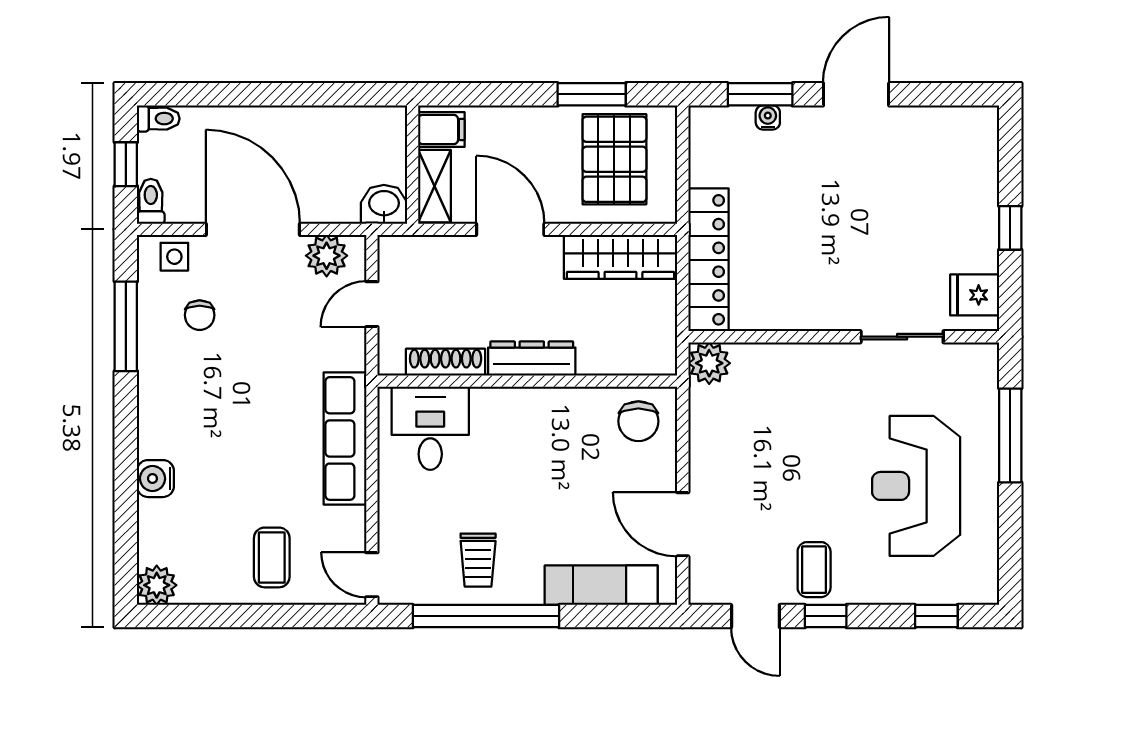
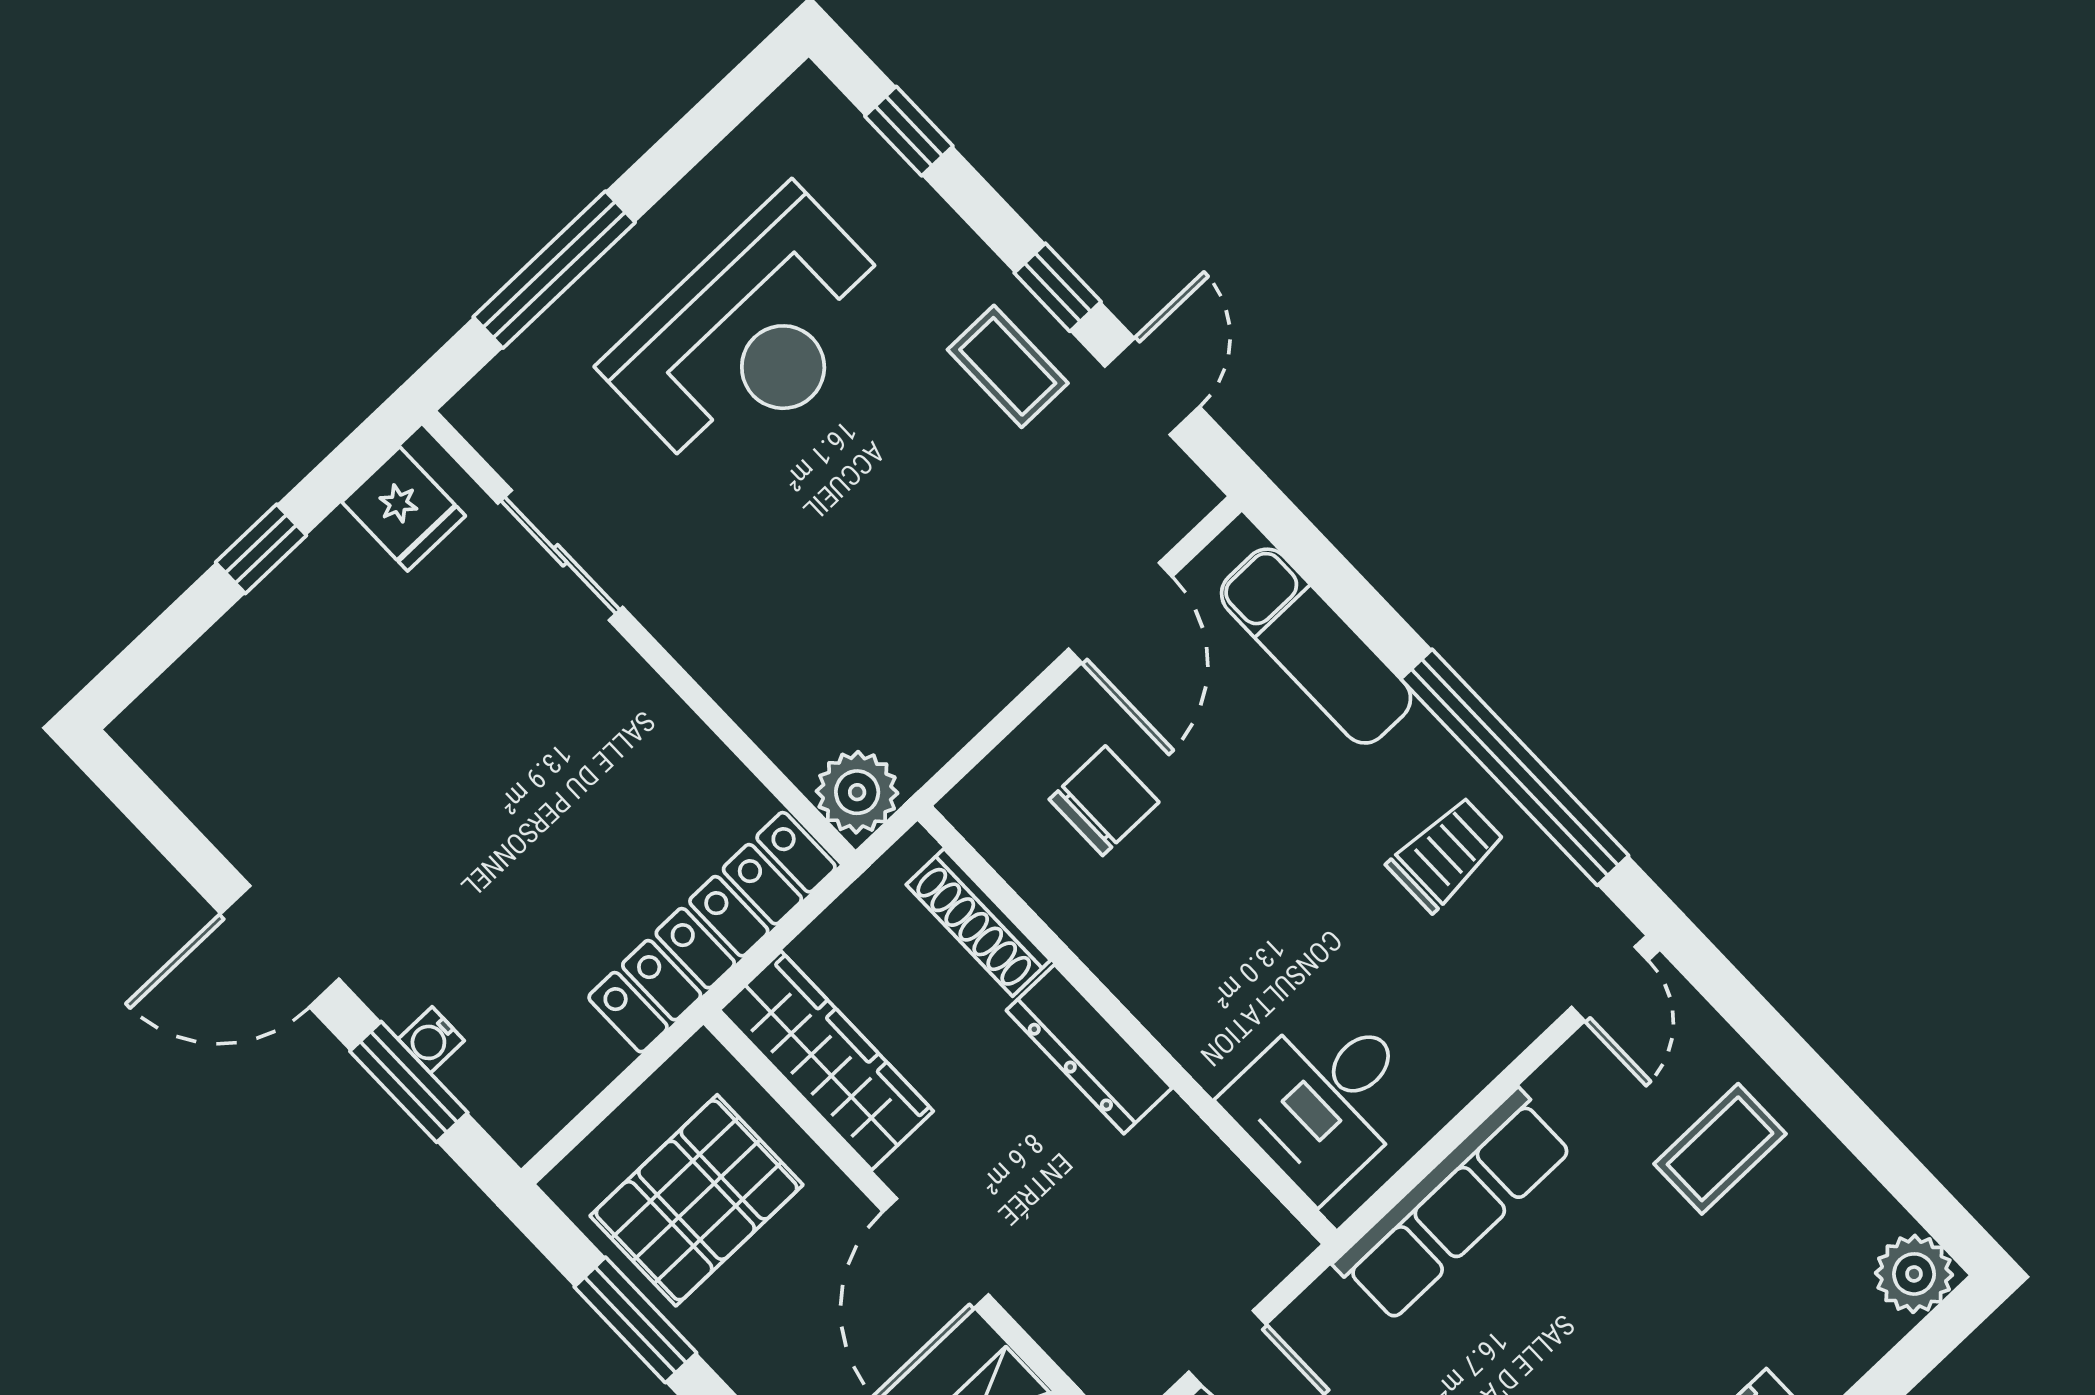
shoe rack: (446, 362) -> (978, 922), moved
chair: (638, 421) -> (1104, 801), moved
coffee table: (814, 570) -> (1008, 366), turned 90

